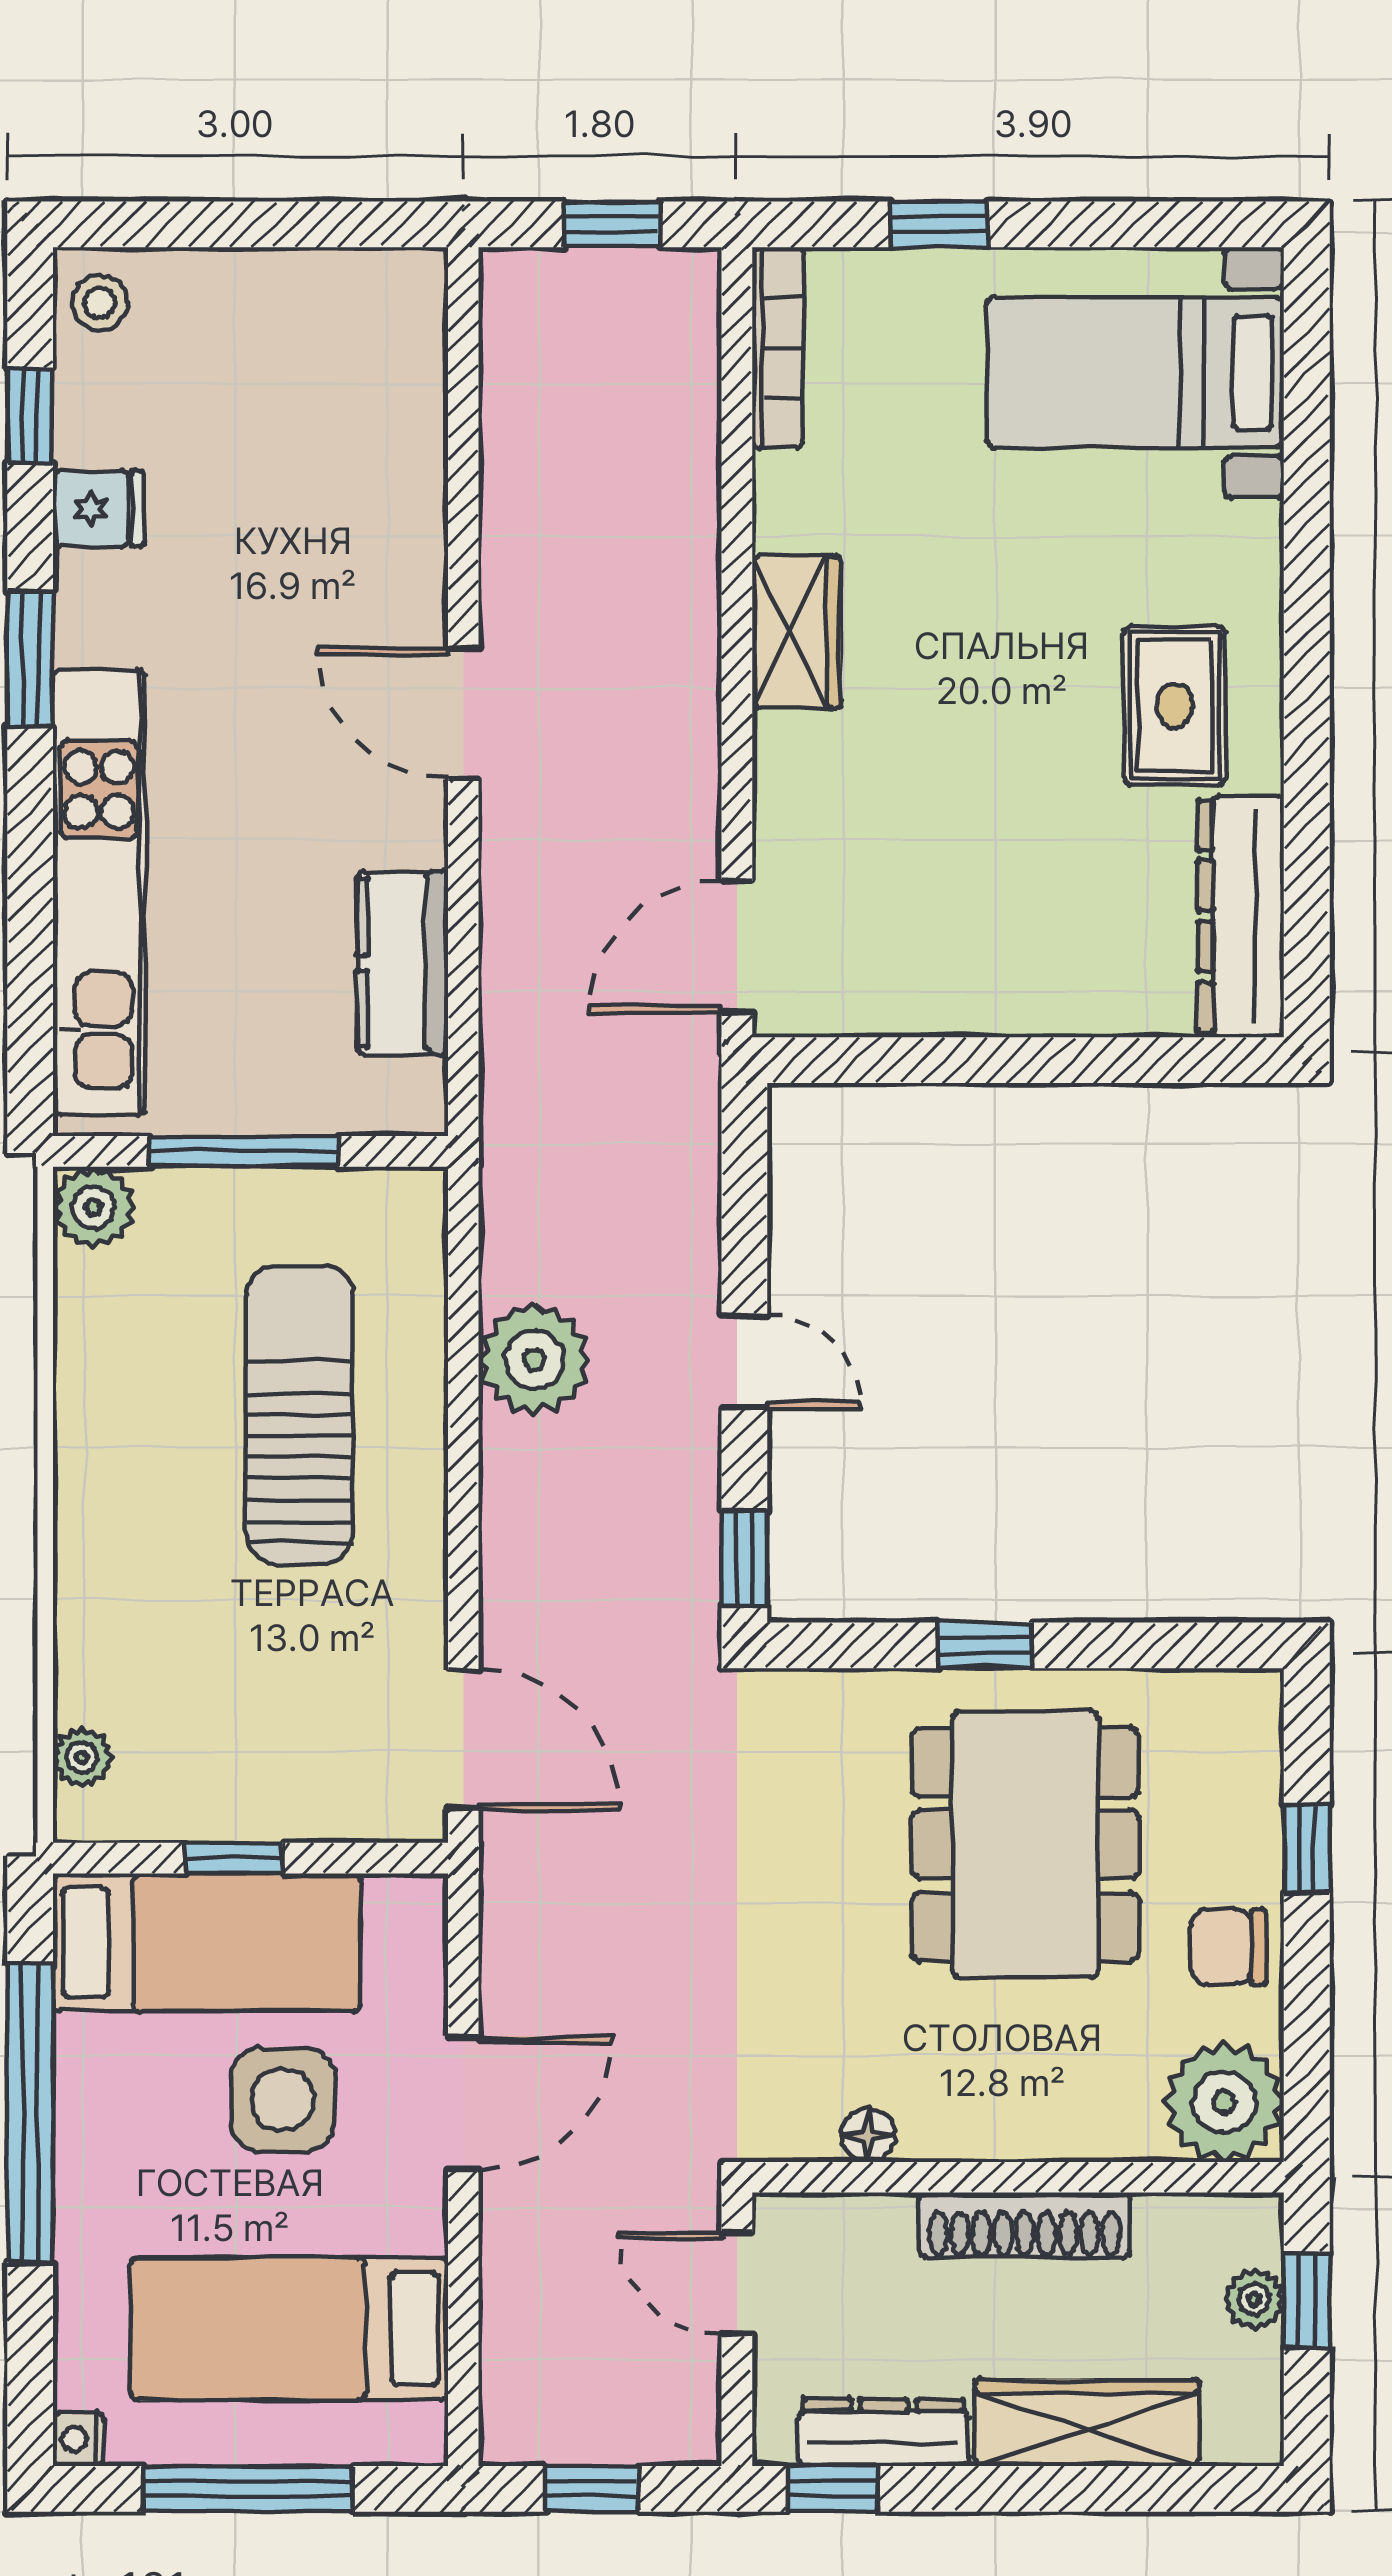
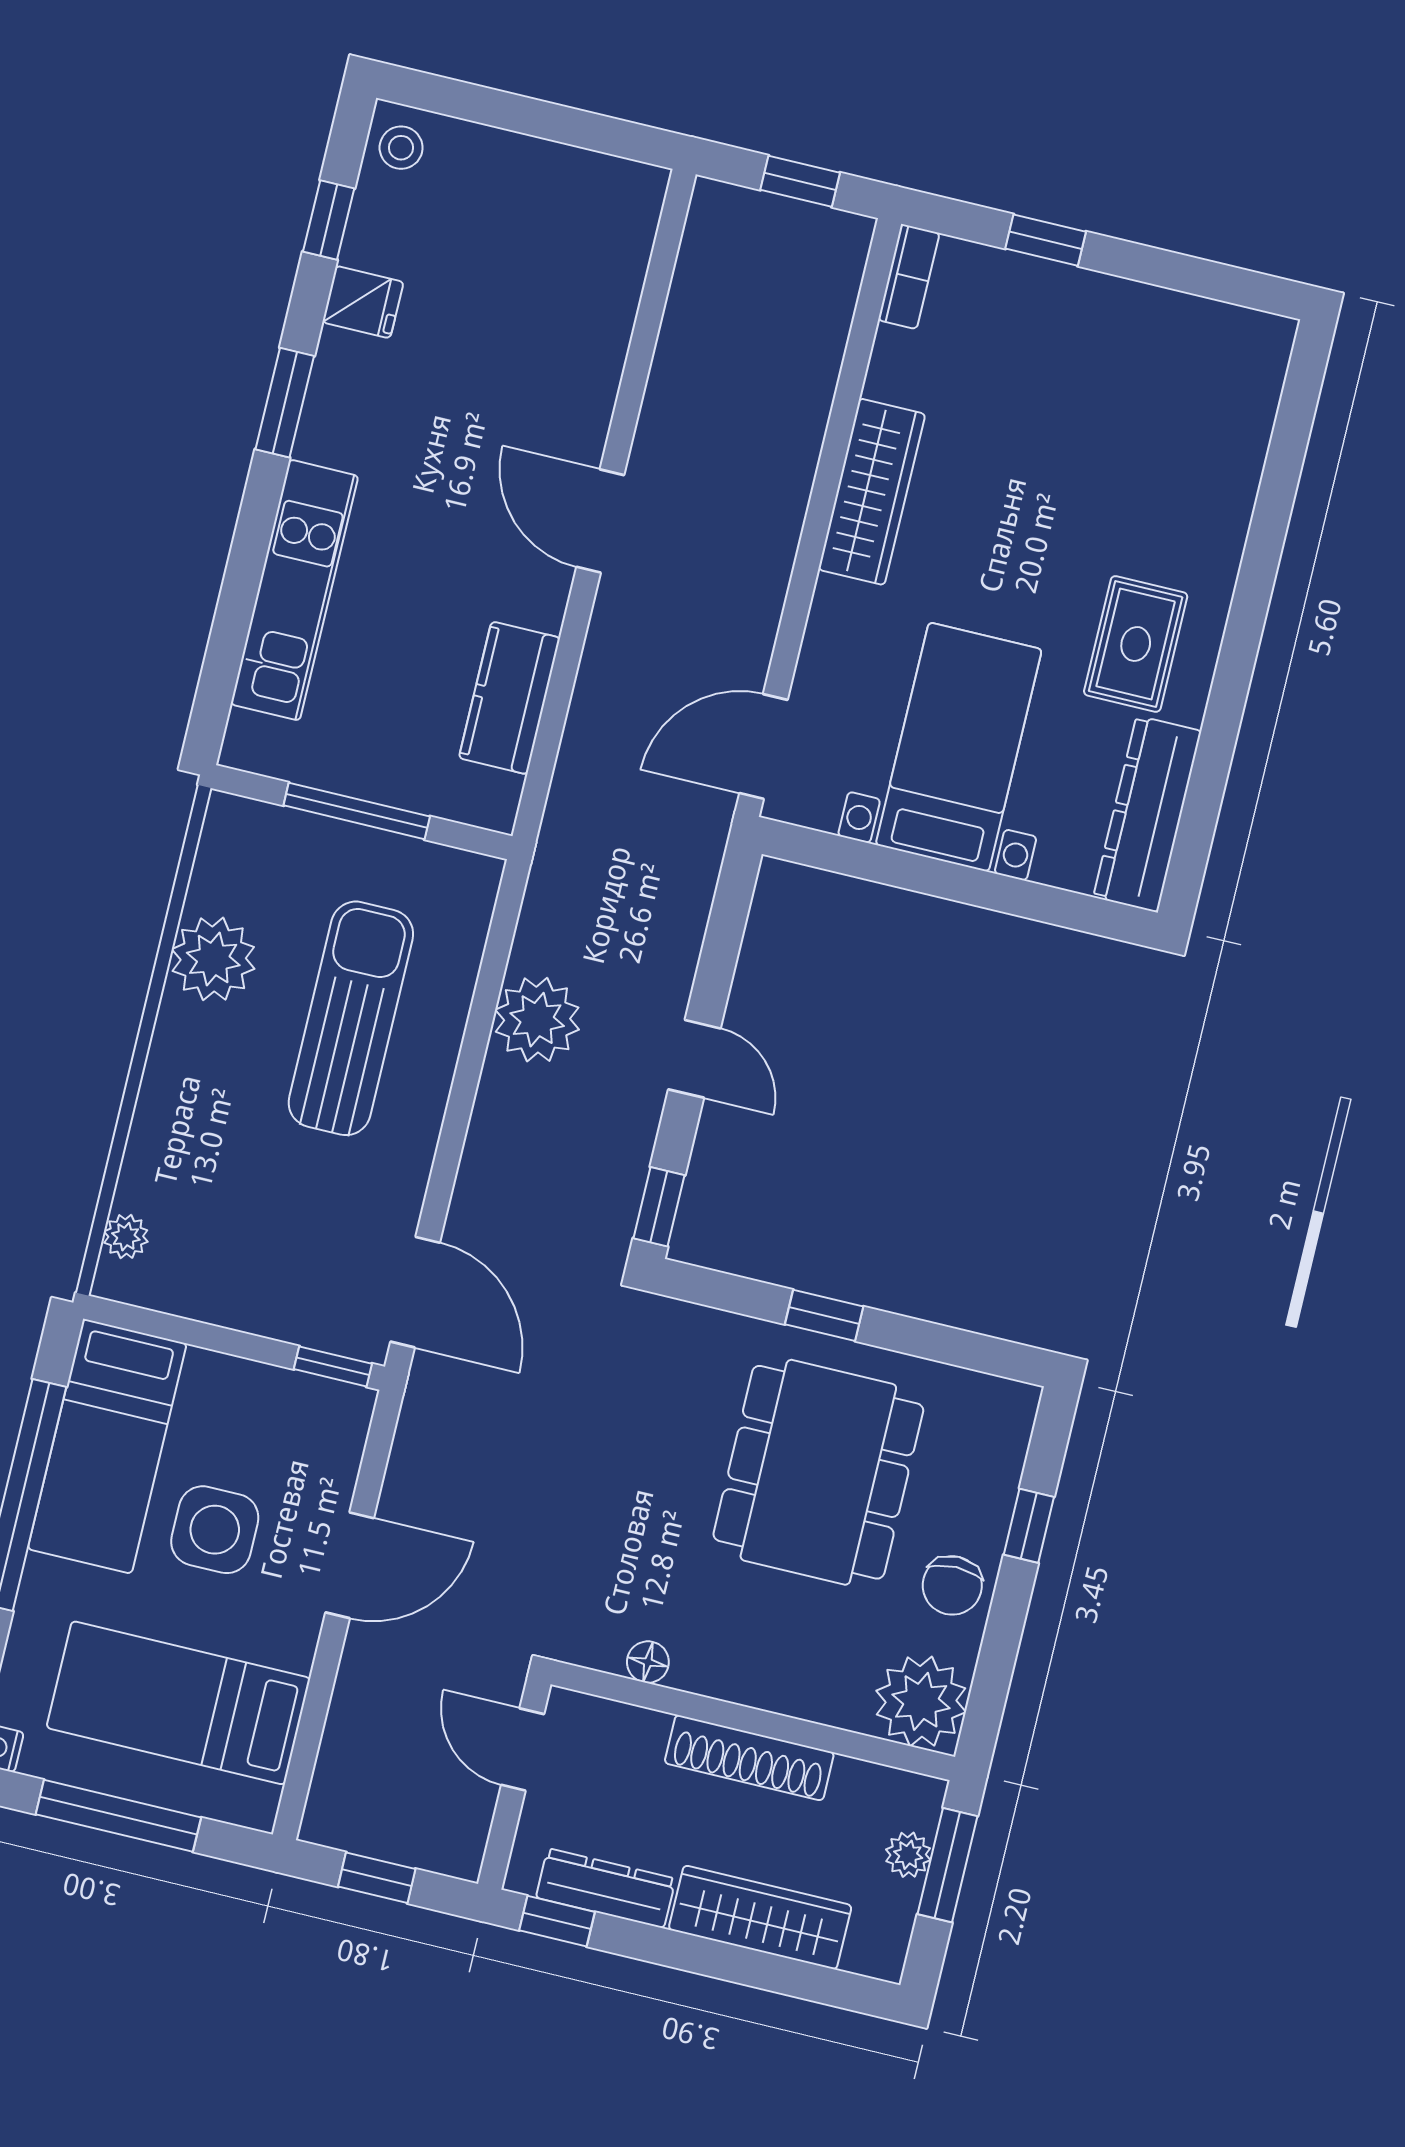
bookcase: (778, 348) -> (909, 276), width x0.64
bed with nightstands: (1135, 373) -> (959, 747), moved, turned 90
wardrobe: (796, 632) -> (872, 492), width x1.50
kitchen unit: (99, 892) -> (294, 590), width x0.73
plant: (93, 1207) -> (213, 959), moved, width x1.36, depth x1.36
window: (234, 1858) -> (333, 1366), moved
bed: (207, 1942) -> (107, 1446), moved, turned 90
chair: (1228, 1947) -> (952, 1585), turned -90
window: (1307, 2300) -> (947, 1865), width x1.50

